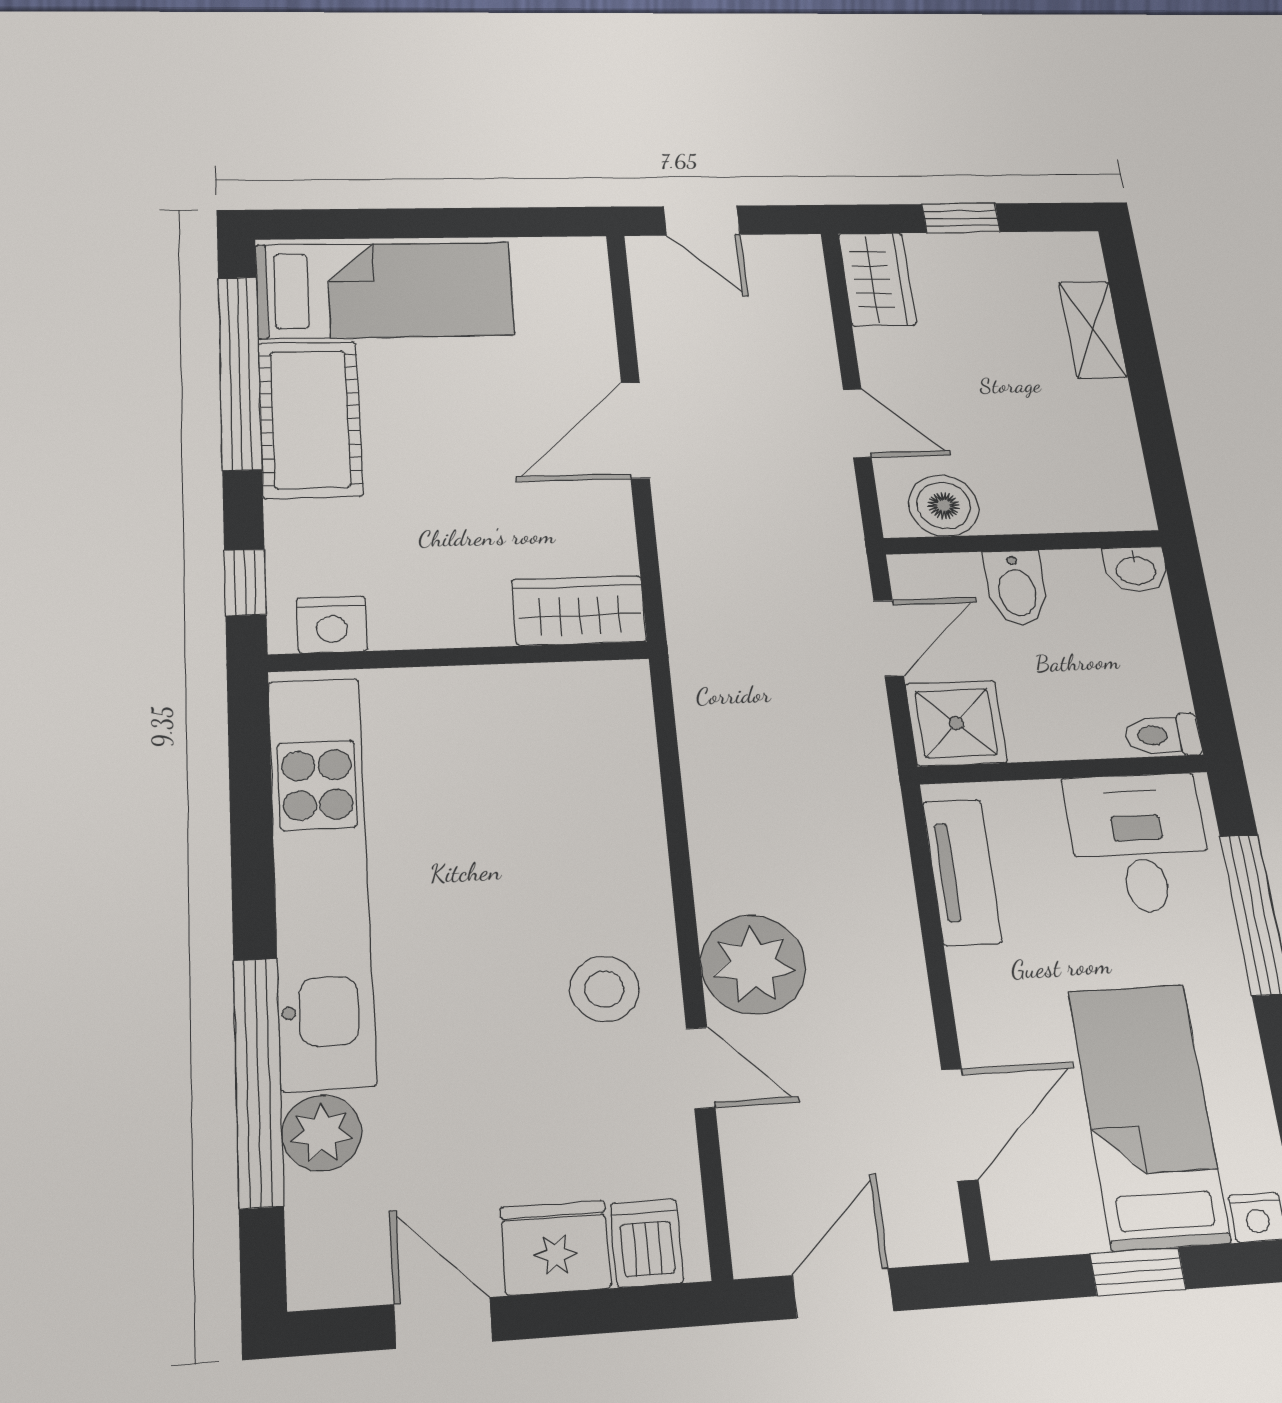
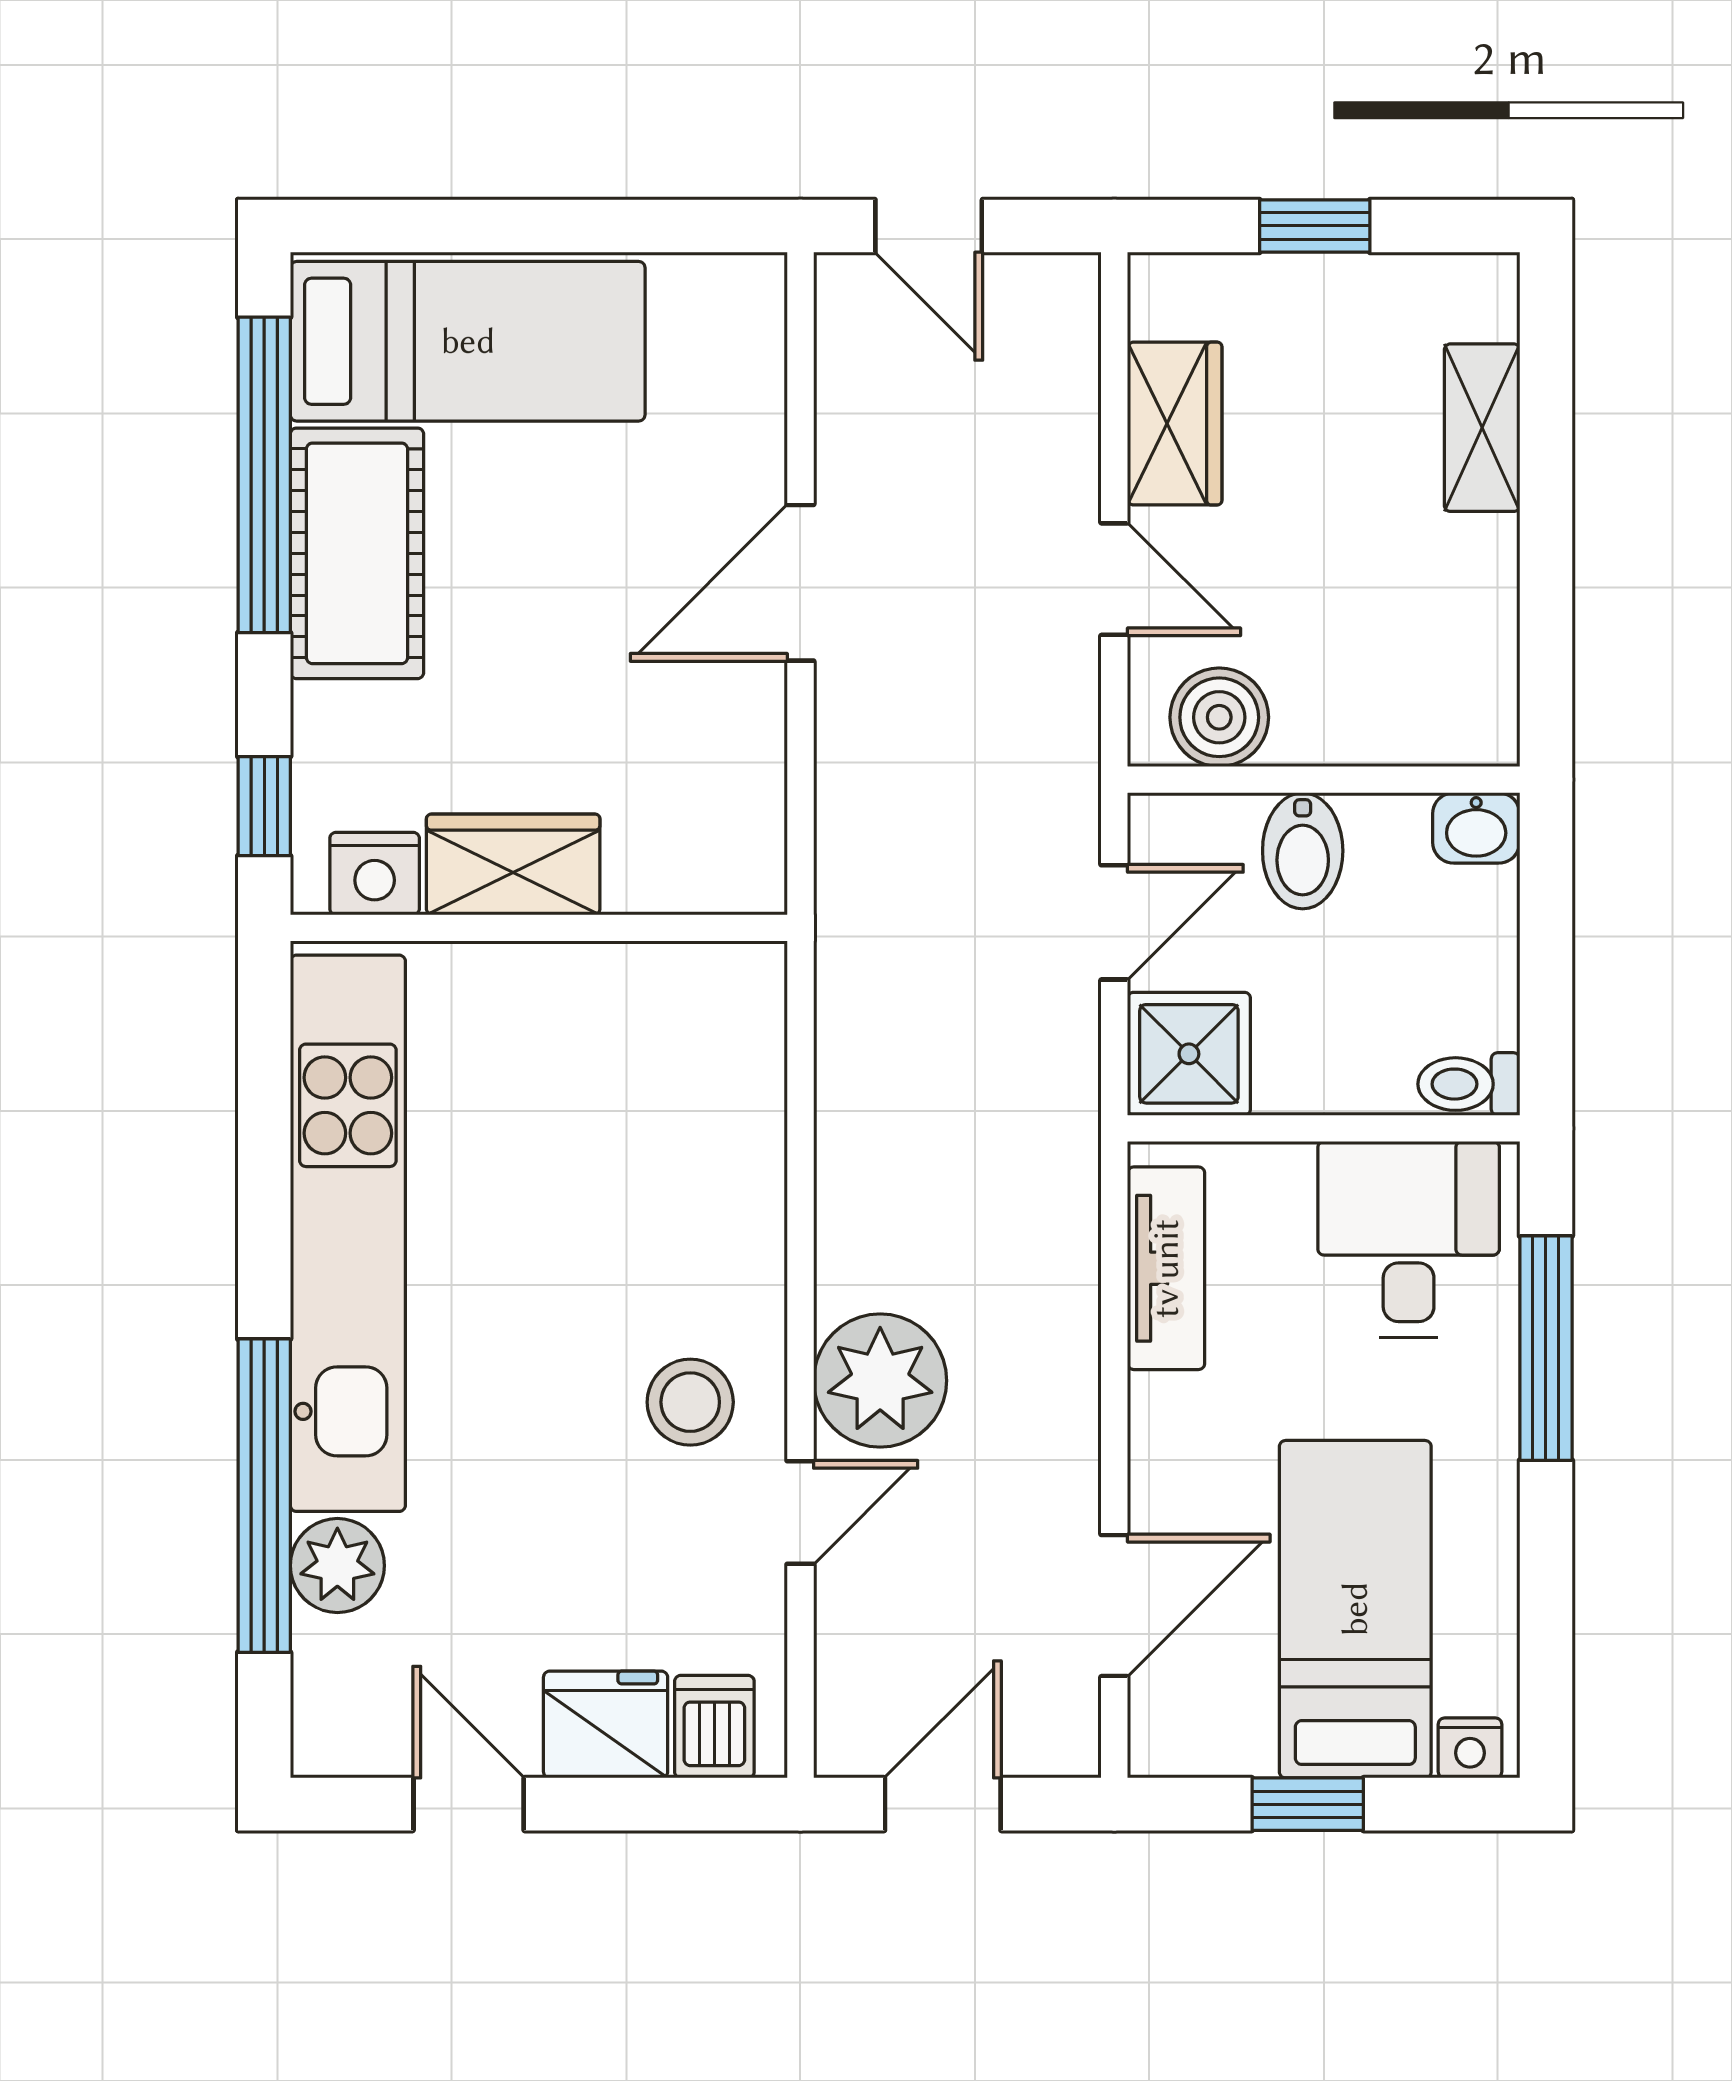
wardrobe: (877, 279) -> (1175, 424), moved
wardrobe: (579, 610) -> (513, 864), moved
door: (701, 1068) -> (800, 1512), hinge flipped

